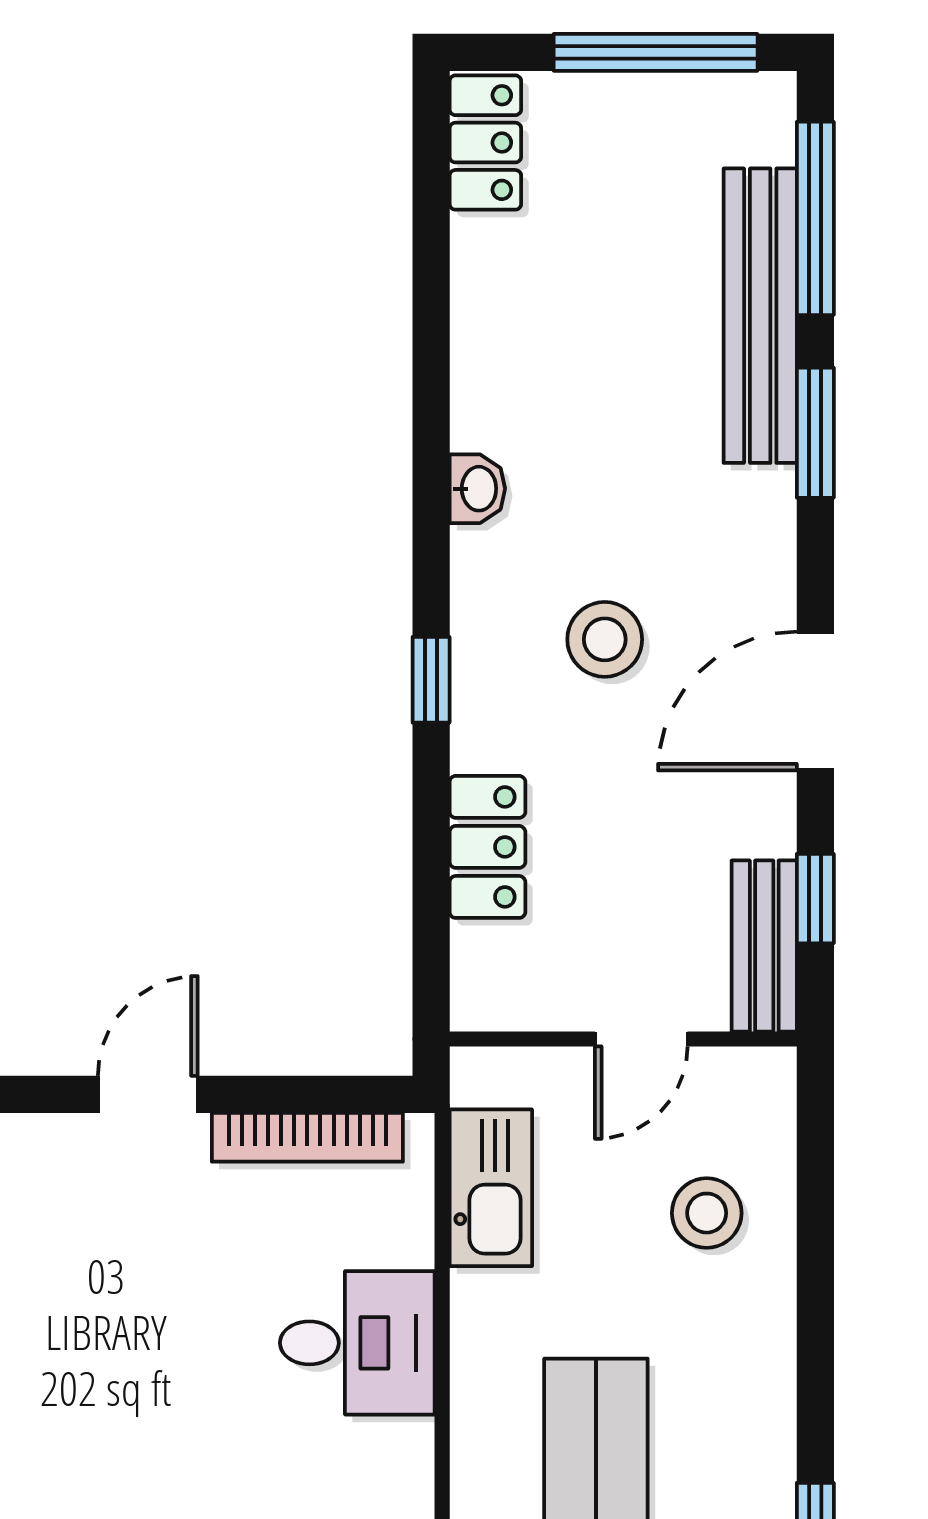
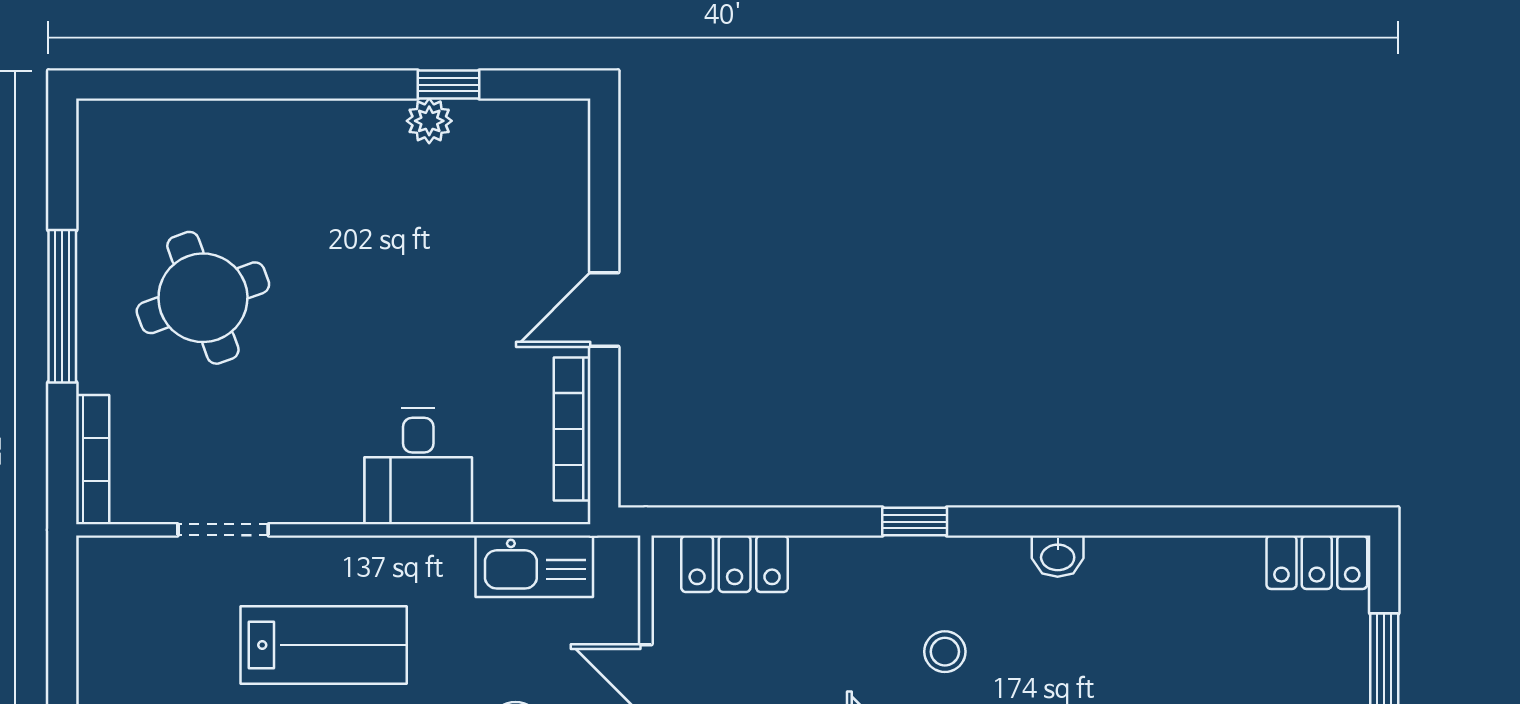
stool: (605, 639) -> (945, 652), width x0.73, depth x0.73
locker: (487, 847) -> (735, 564), moved
door: (148, 1094) -> (604, 310), swing flipped

